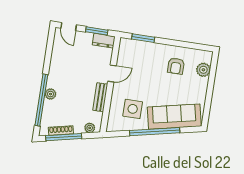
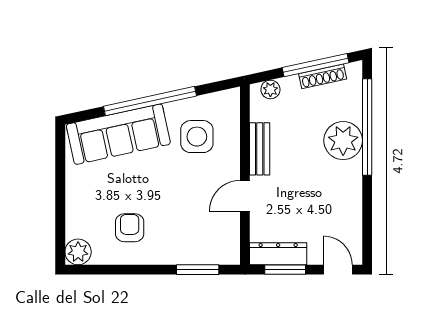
dresser: (104, 41) -> (278, 254), width x1.44
plant: (203, 70) -> (78, 252), moved
plant: (50, 94) -> (343, 141), width x1.88, depth x1.88

